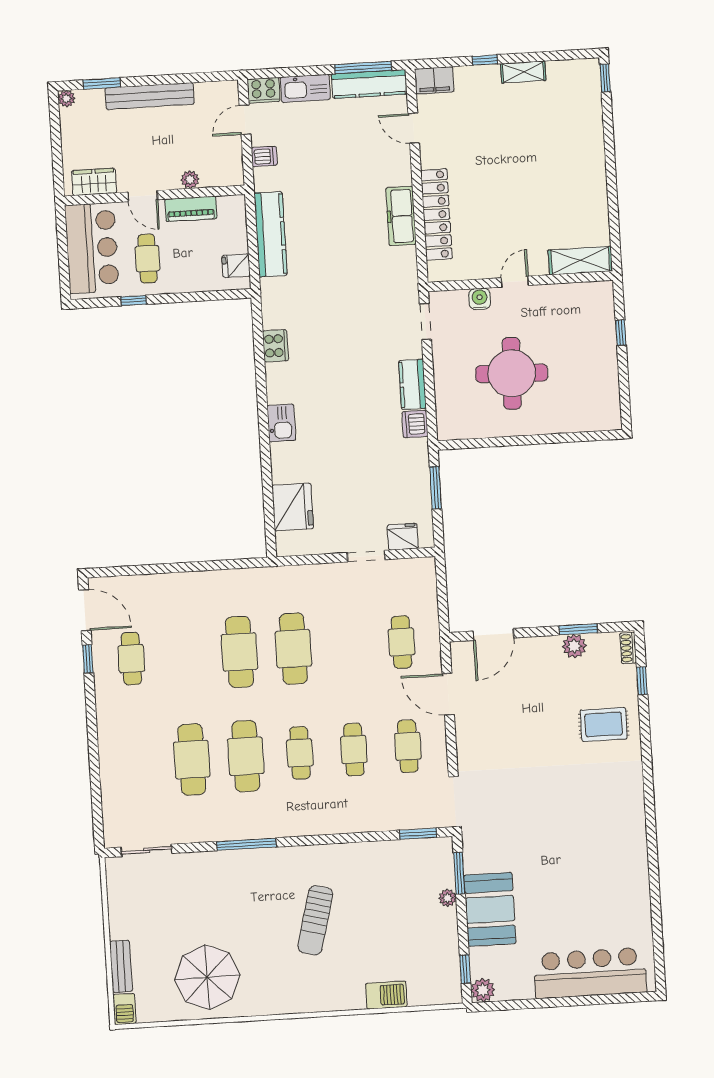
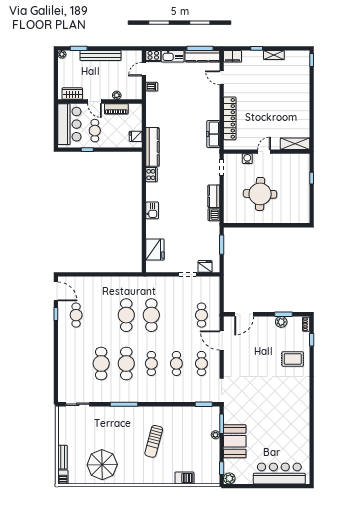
freezer: (401, 216) -> (213, 134), moved
kitchen counter: (271, 234) -> (152, 147), moved

